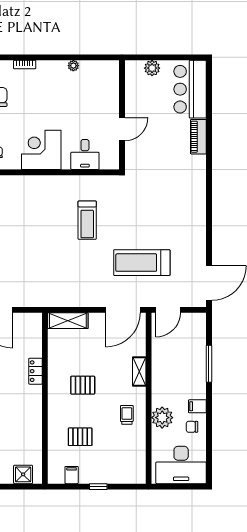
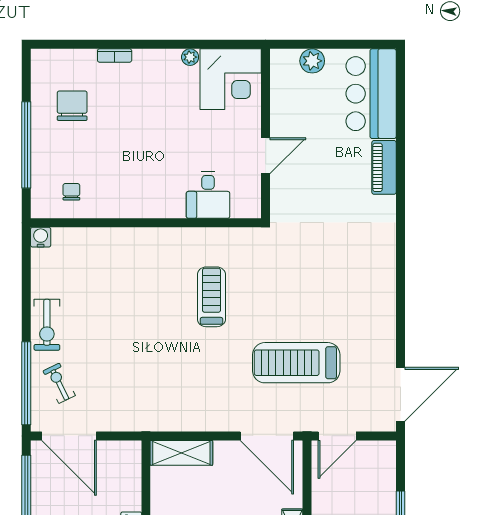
corner desk: (41, 150) -> (231, 79), moved, turned 180
treadmill: (87, 220) -> (211, 297), turned 180
door: (123, 310) -> (267, 436), hinge flipped

